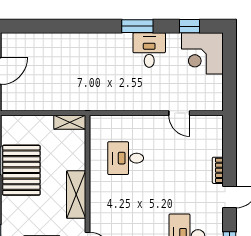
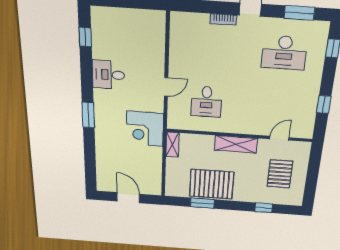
window: (137, 26) -> (88, 115), moved
corner desk: (202, 53) -> (145, 129), moved, turned 90
door: (179, 113) -> (166, 87), moved

